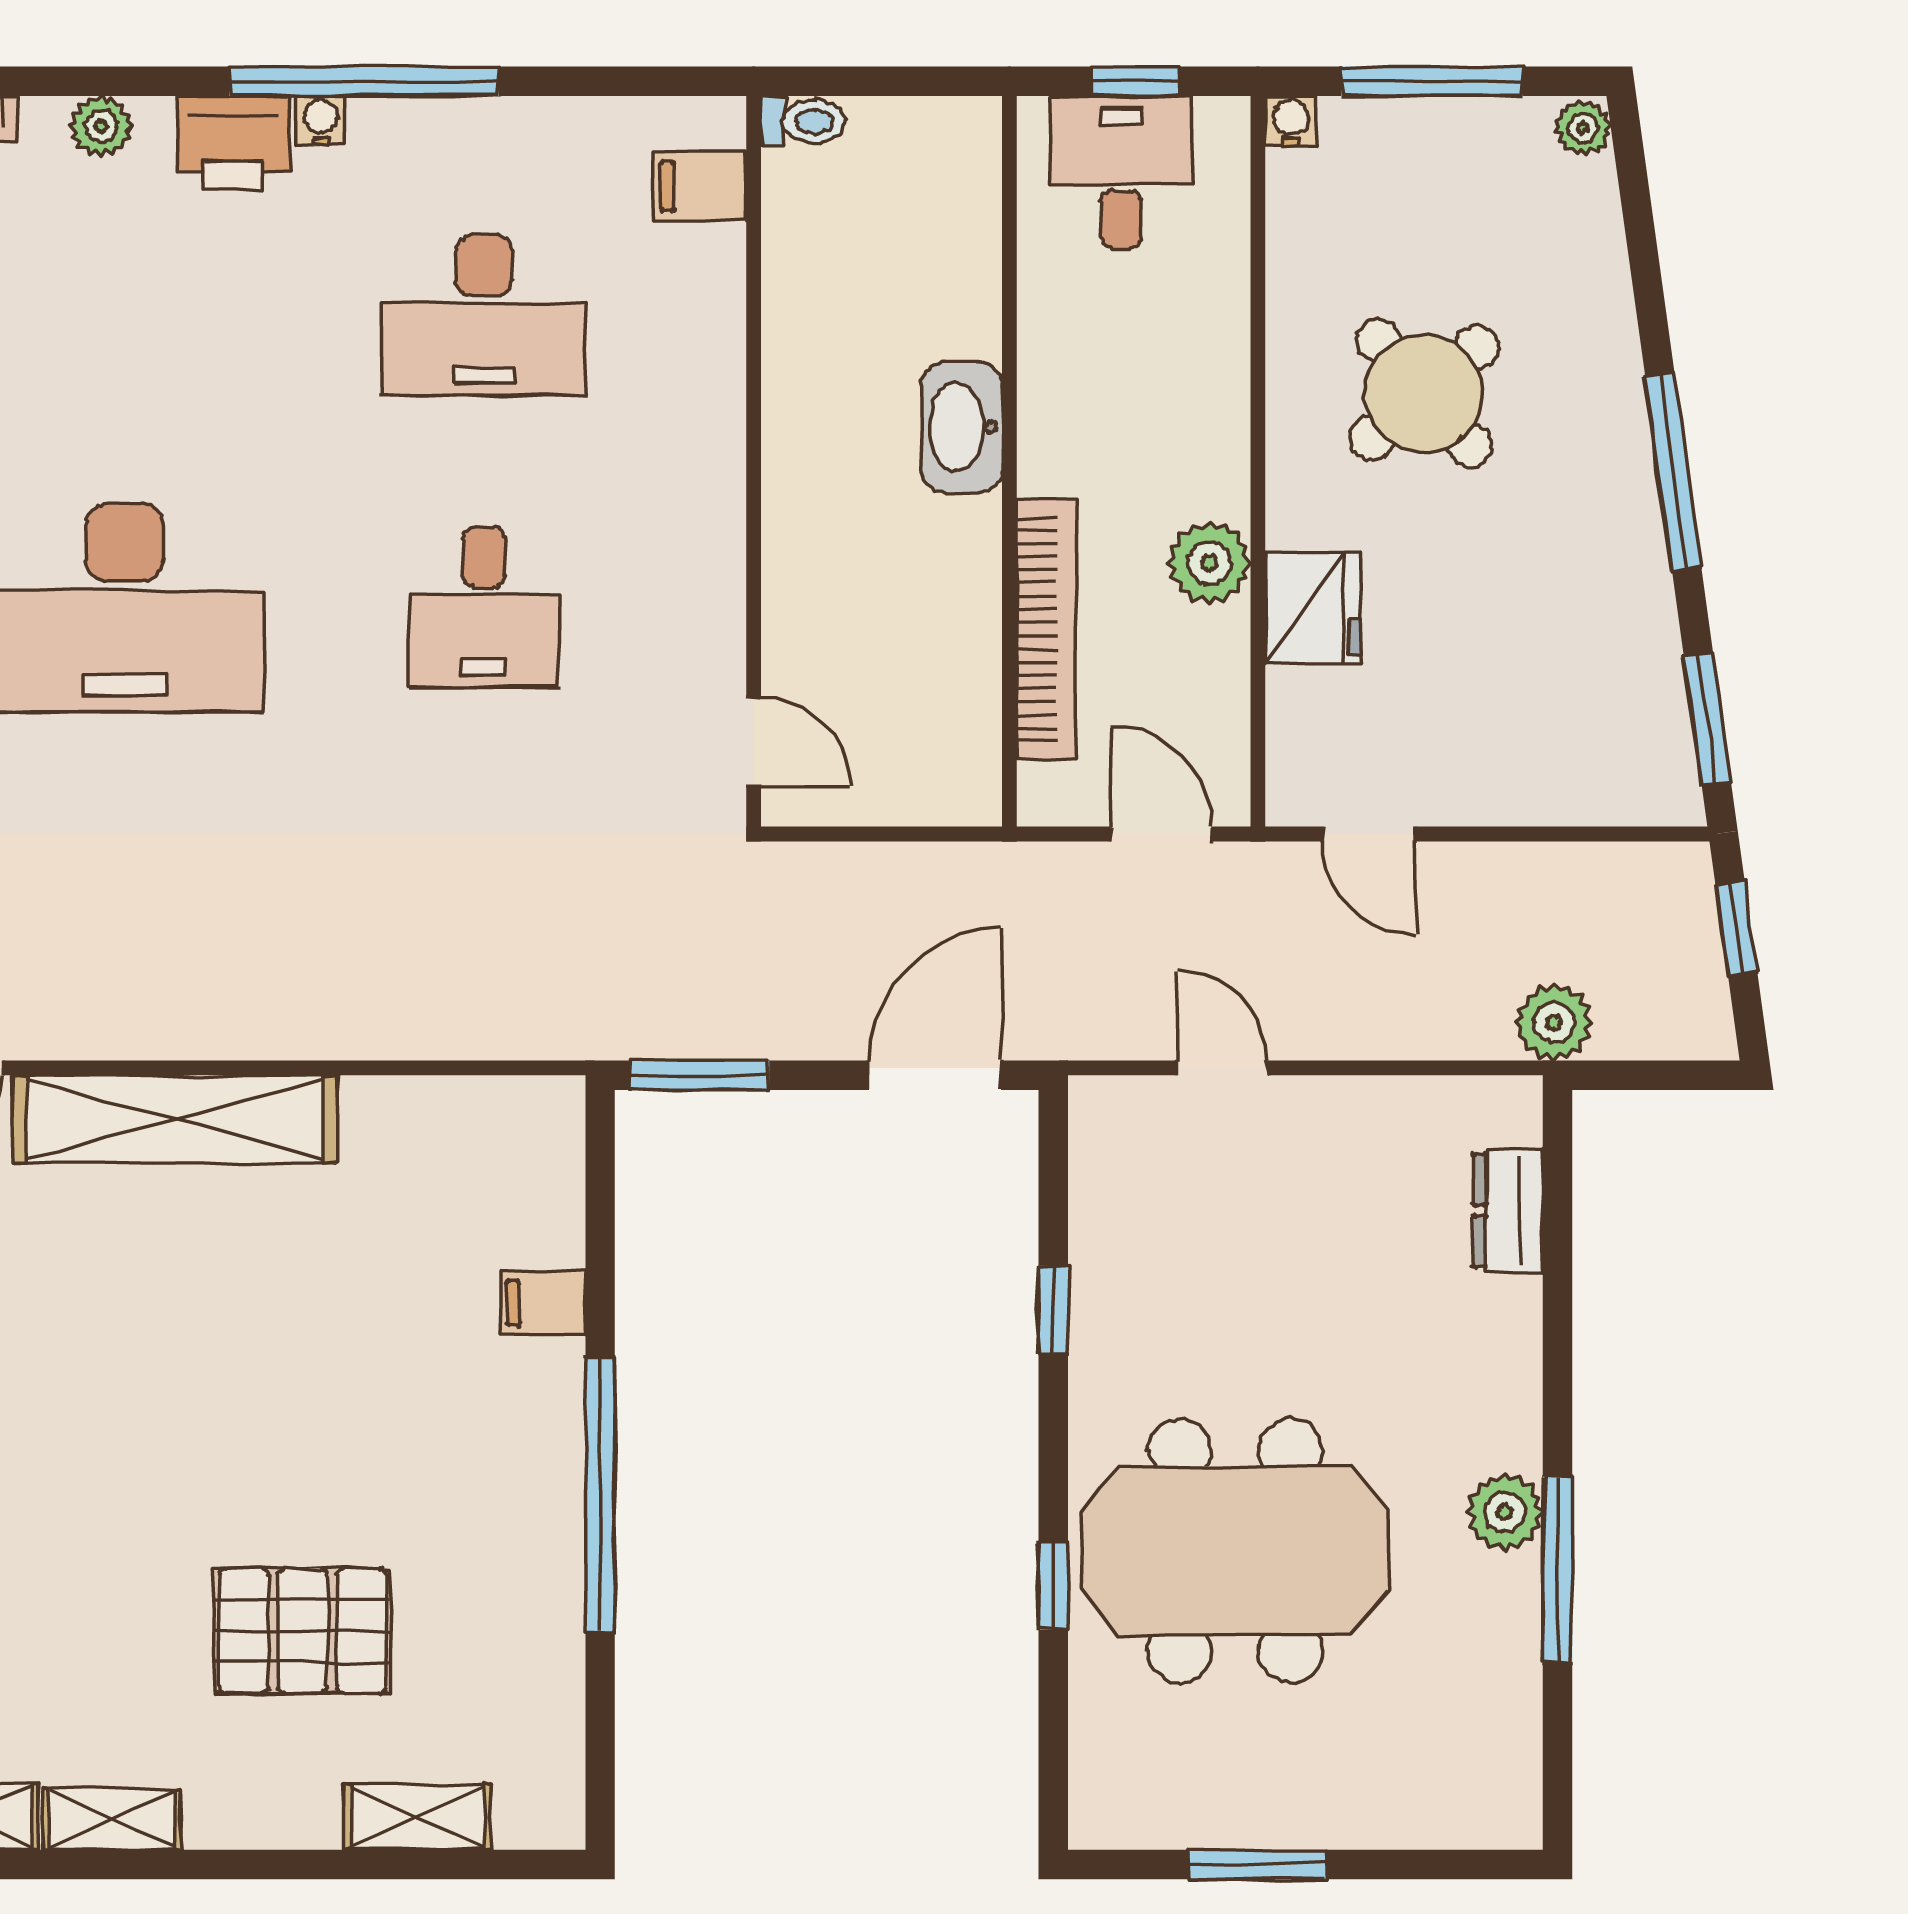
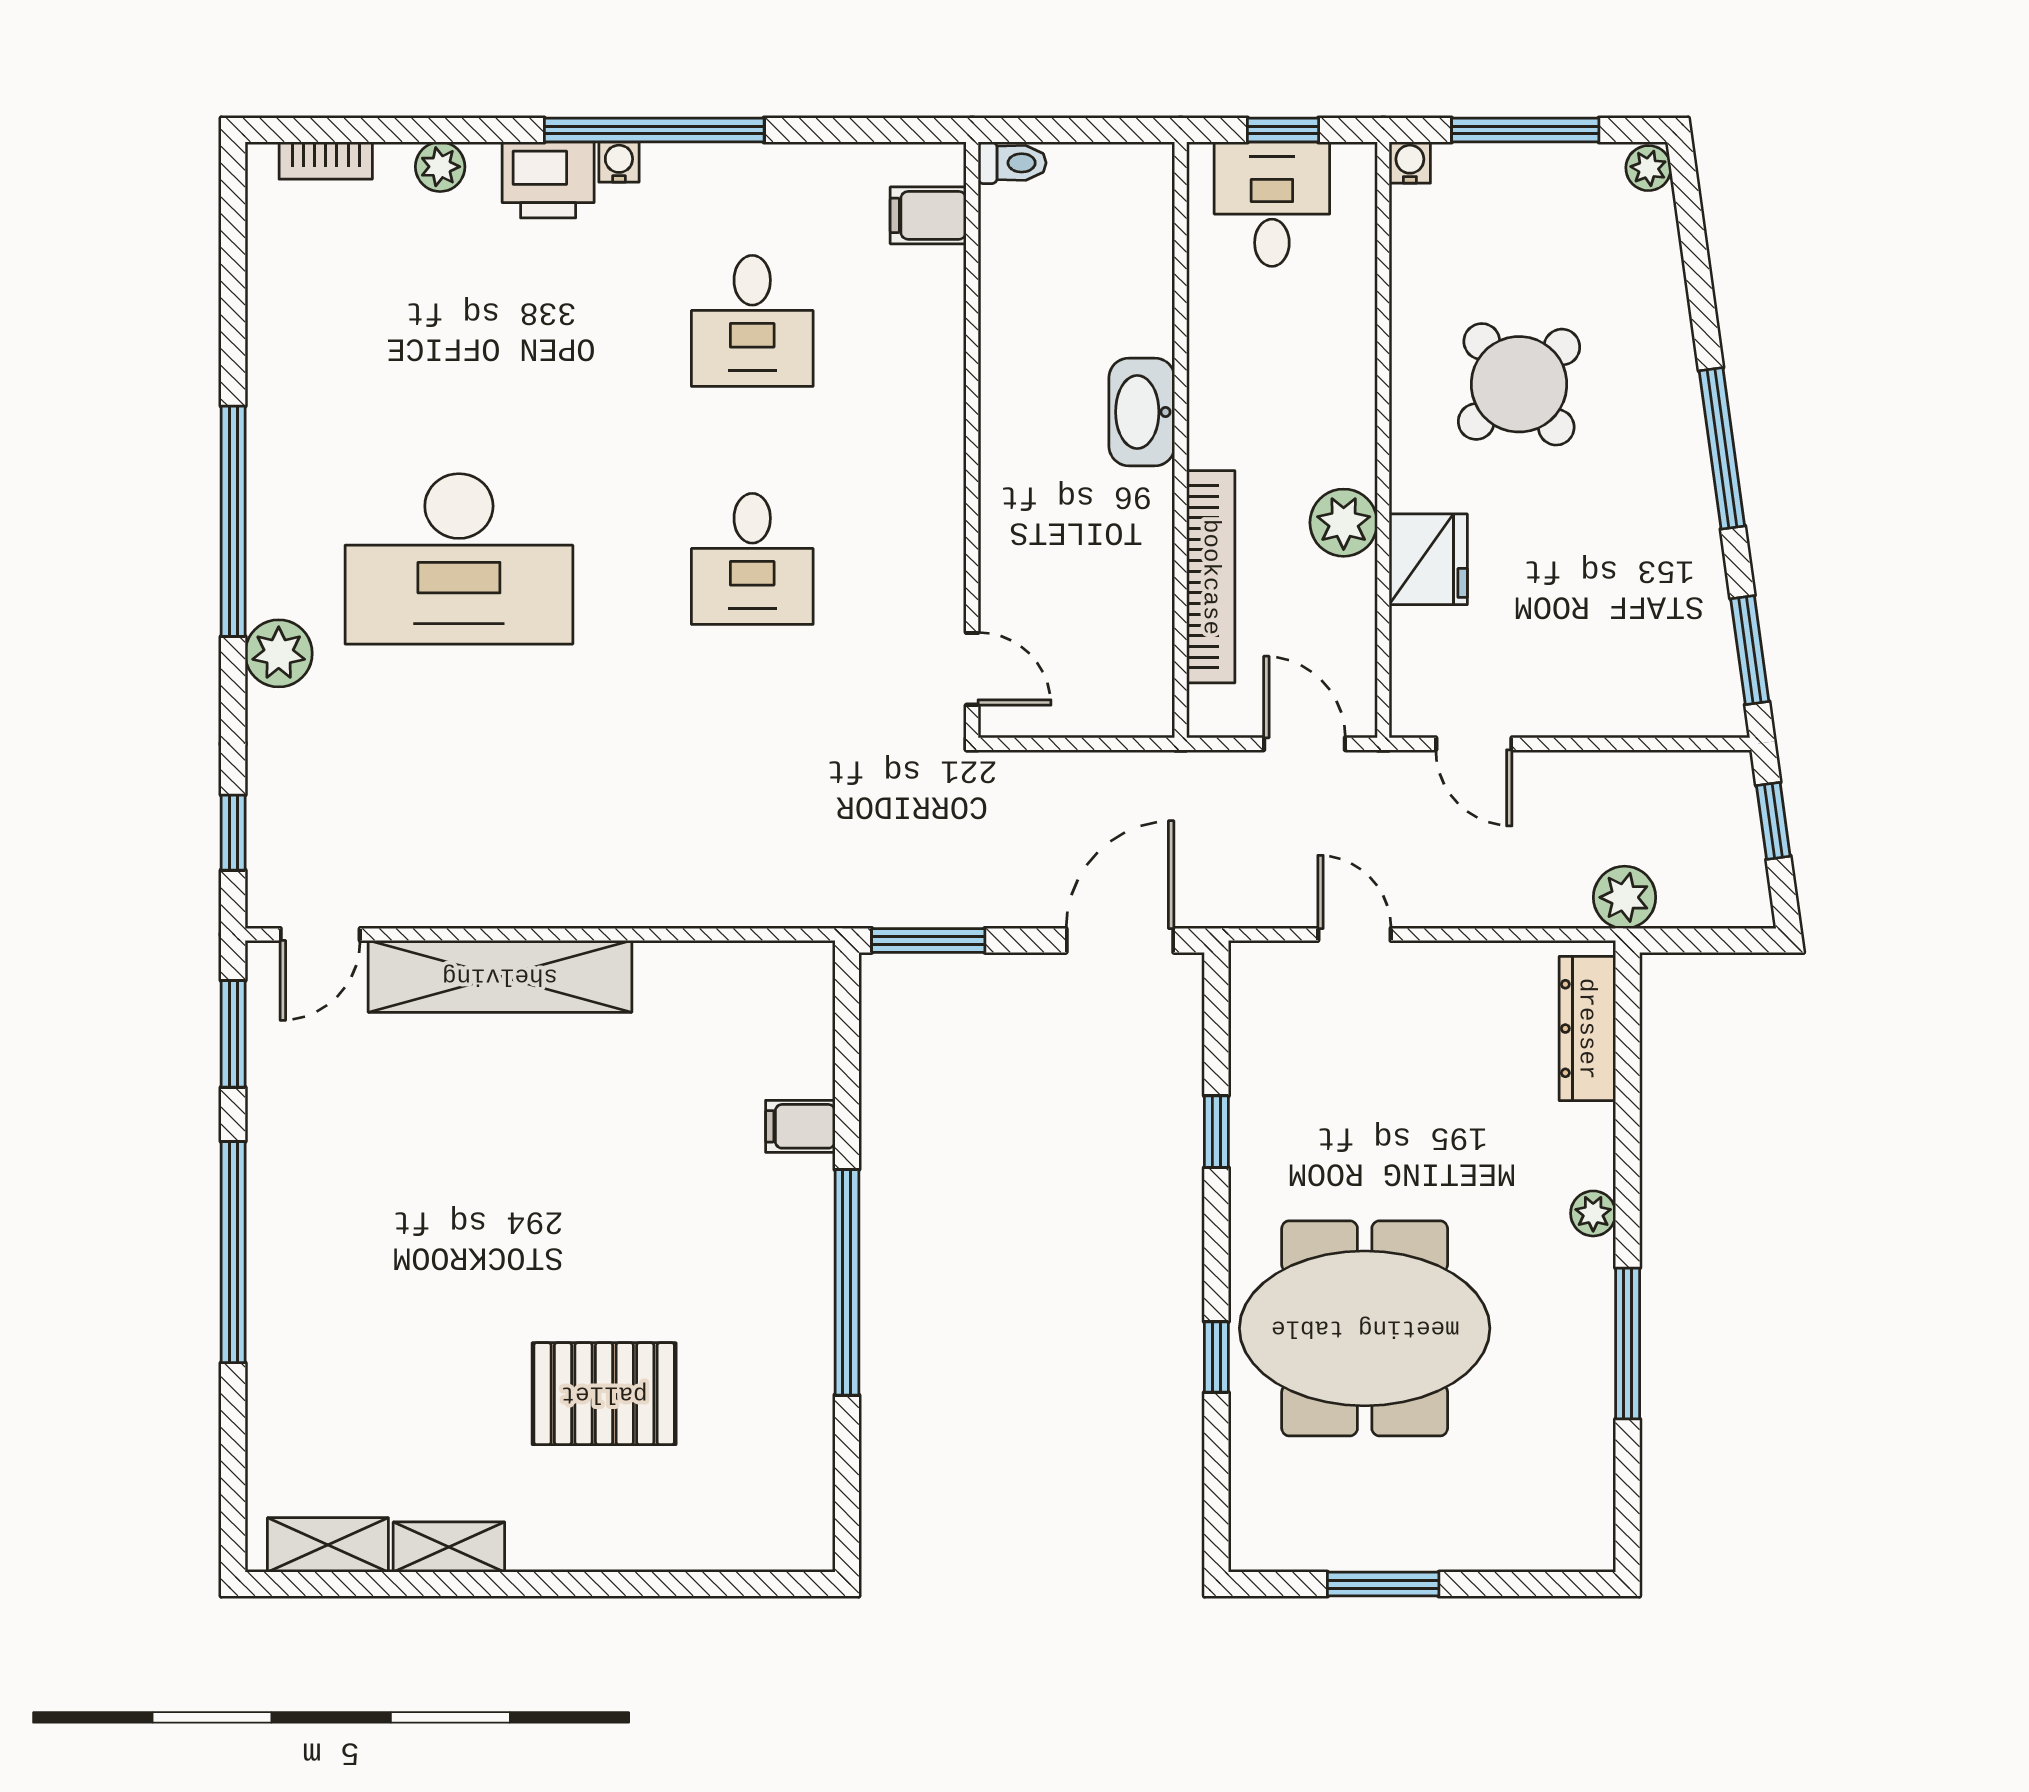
desk: (484, 315) -> (752, 321), width x0.73
dresser: (1508, 1210) -> (1587, 1029), width x1.44
plant: (1505, 1512) -> (1593, 1213), moved, width x0.73, depth x0.73
shelving: (417, 1817) -> (698, 1545), removed

